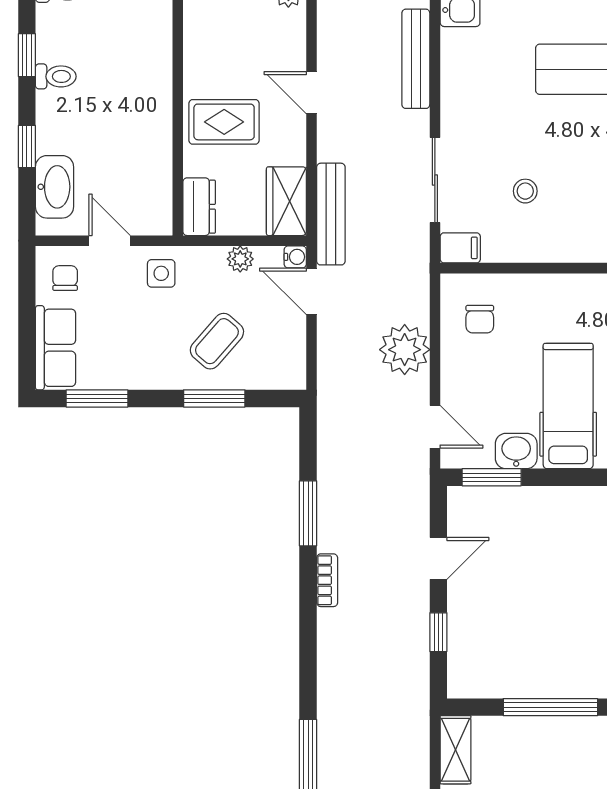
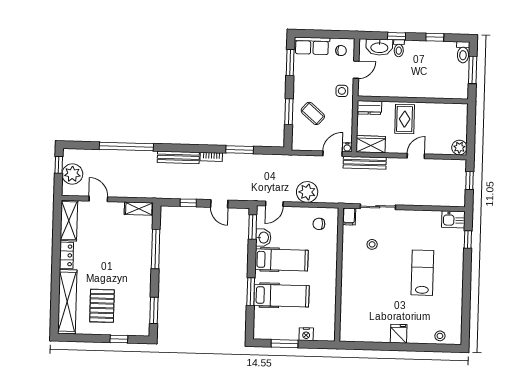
bench: (416, 59) -> (178, 157), moved
toilet: (56, 76) -> (399, 48), moved
plant: (240, 259) -> (347, 124), removed

